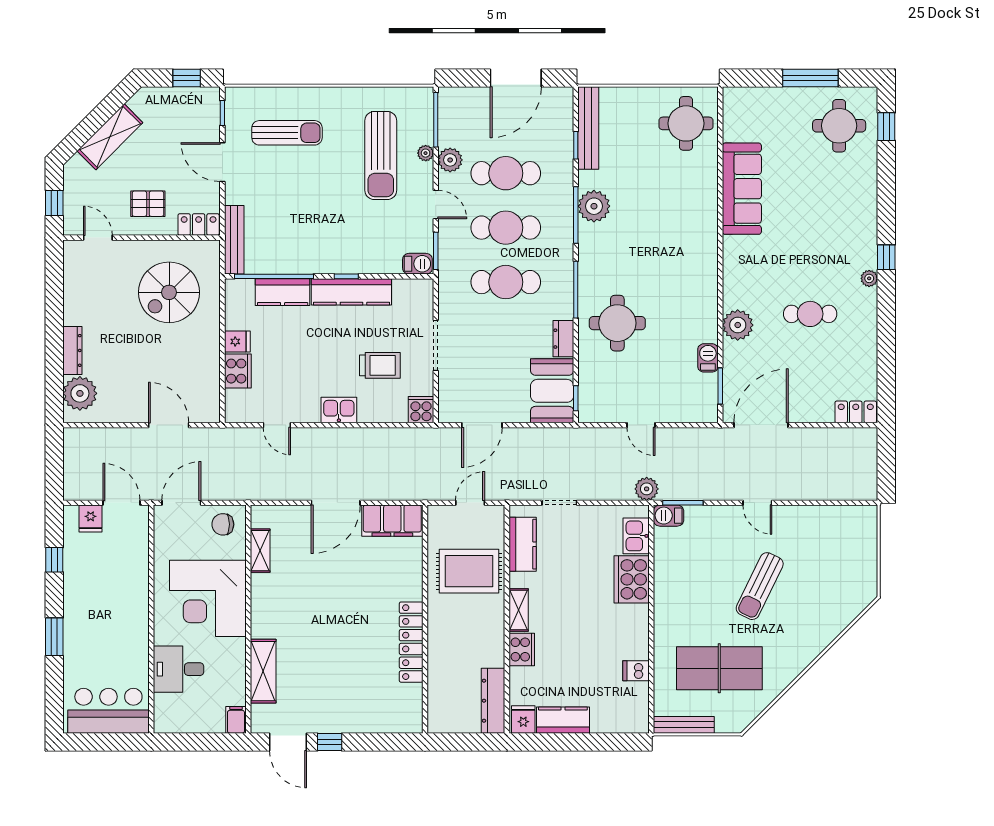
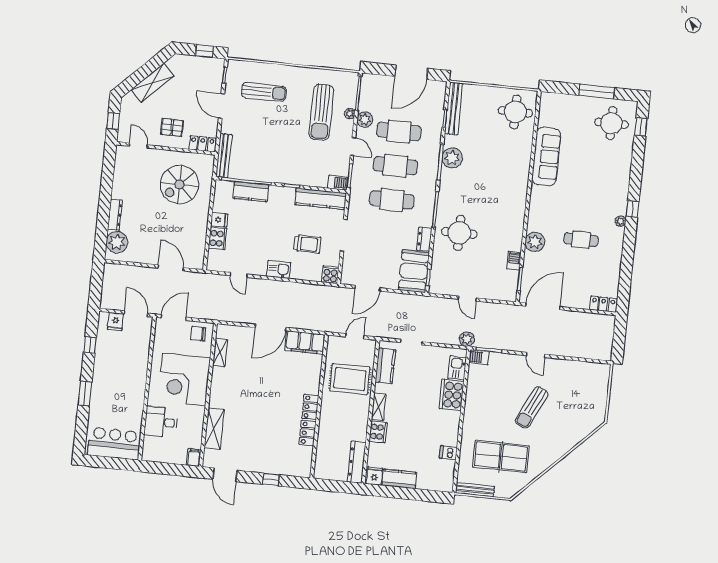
kitchen counter: (351, 292) -> (321, 199), moved
window: (330, 742) -> (271, 479), moved

